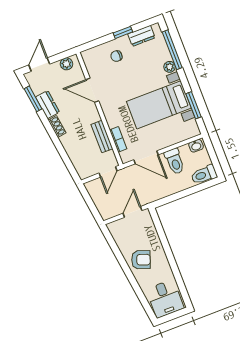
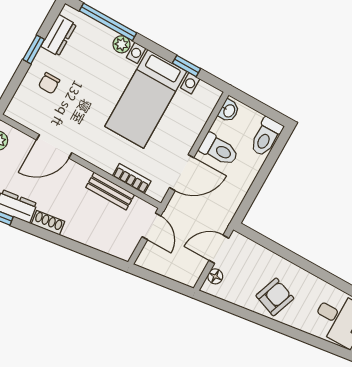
window: (193, 105) -> (187, 66), width x0.67
door: (133, 212) -> (219, 249), hinge flipped
floor lamp: (119, 224) -> (215, 276), added

